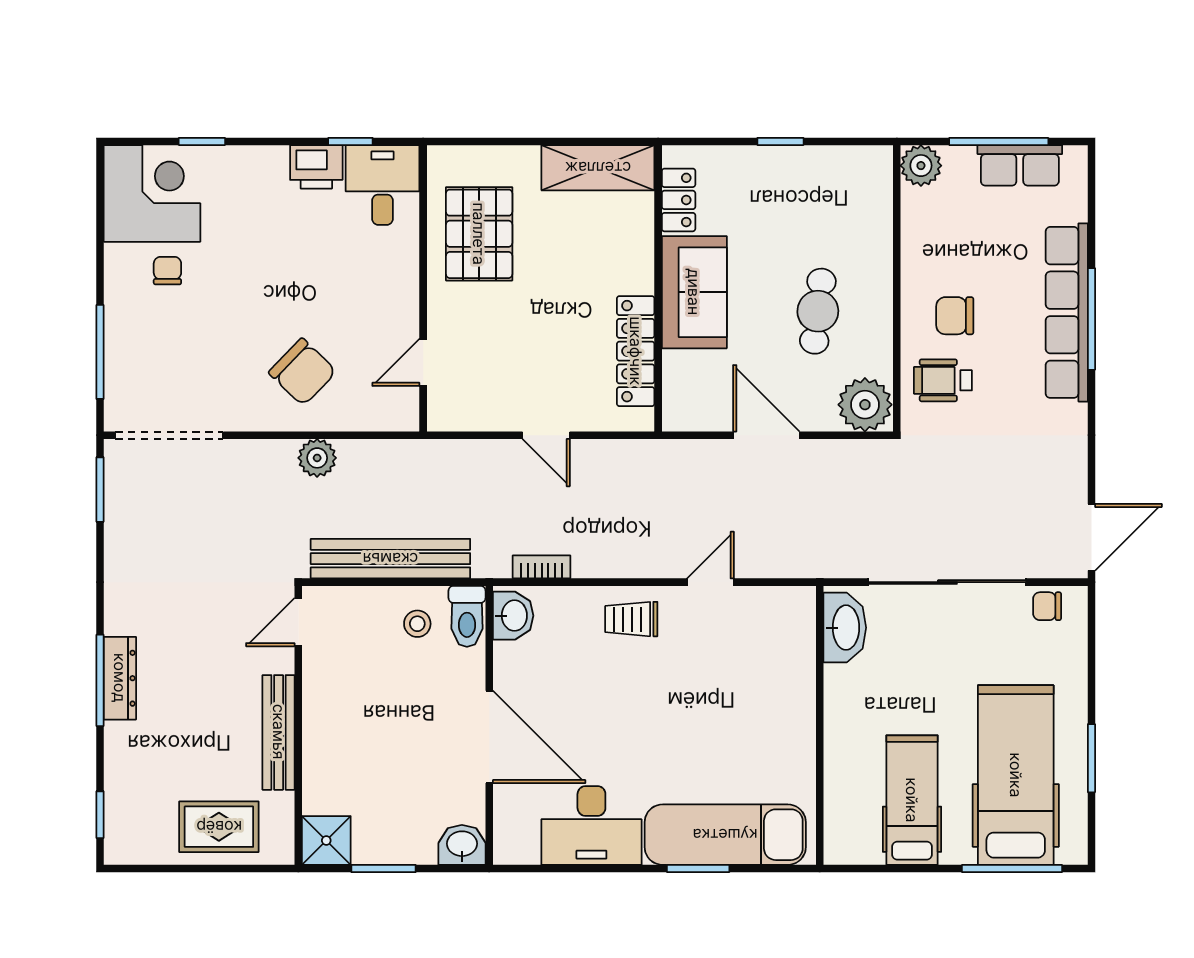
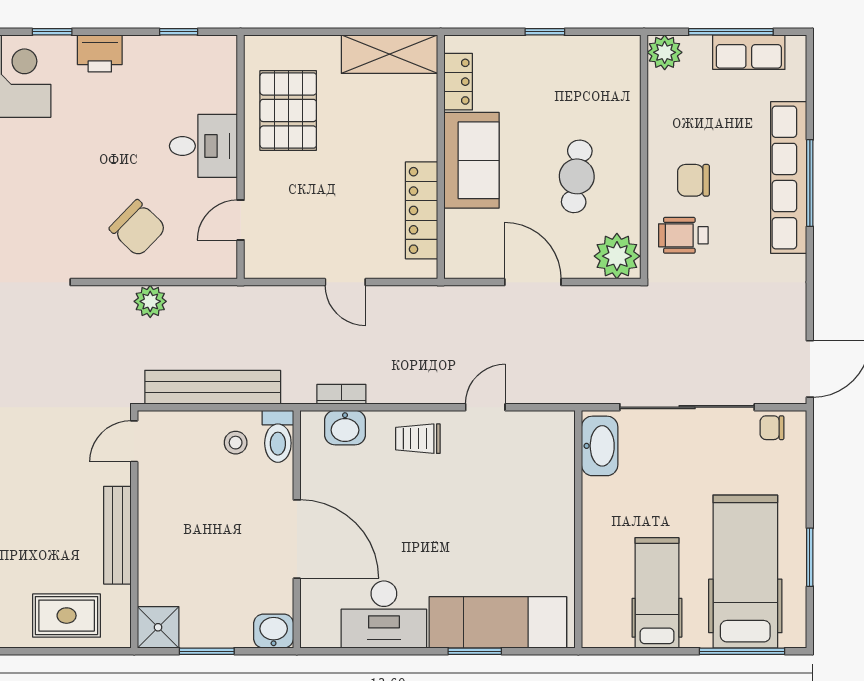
printer: (316, 167) -> (100, 53), moved
desk: (382, 185) -> (203, 146), moved, turned 90
chair: (167, 271) -> (23, 142), removed
washbasin: (513, 616) -> (345, 428), moved, turned 90

